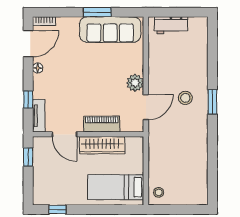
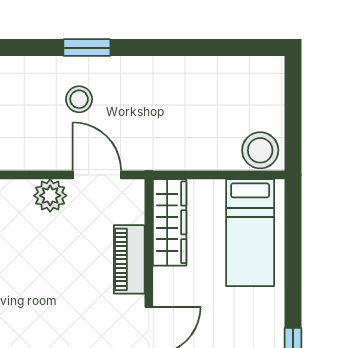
wardrobe: (102, 145) -> (170, 222), moved
stool: (159, 192) -> (260, 150), width x1.89, depth x1.89

